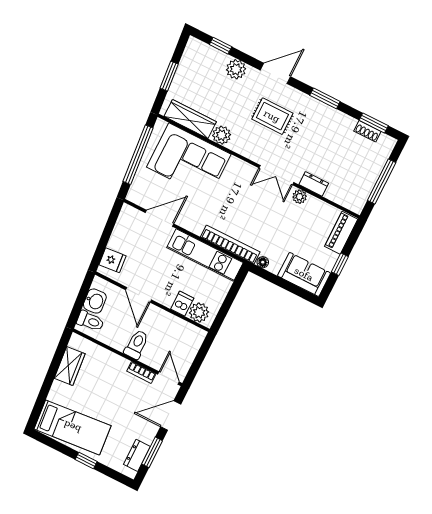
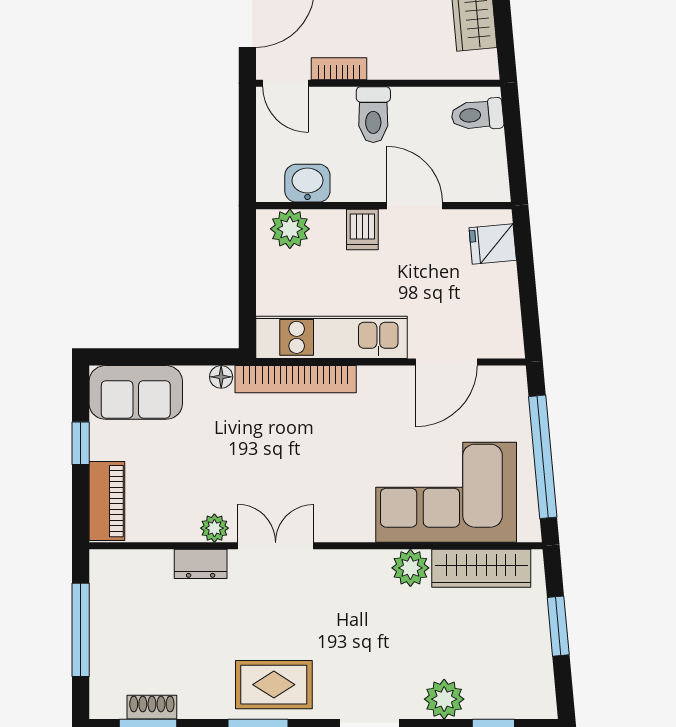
rug: (272, 116) -> (274, 685), moved
washbasin: (95, 301) -> (307, 183), moved, turned 95
dishwasher: (182, 304) -> (362, 229), moved

